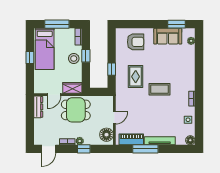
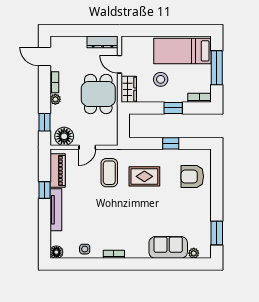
sofa: (168, 36) -> (168, 247), moved, turned 90
armchair: (136, 42) -> (192, 176), turned 90
window: (30, 57) -> (171, 30), removed
stool: (74, 58) -> (161, 79), moved
window: (112, 69) -> (171, 143), moved
coffee table: (160, 89) -> (109, 173), moved
door: (114, 118) -> (87, 147), hinge flipped
window: (84, 149) -> (44, 122), moved
window: (145, 149) -> (44, 190), width x0.46

